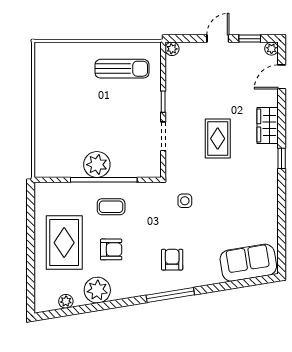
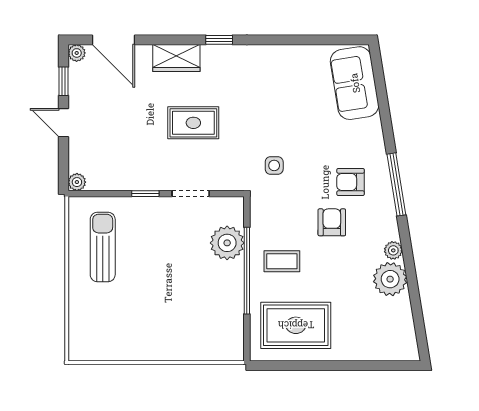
door: (282, 77) -> (113, 40), width x1.38
plant: (97, 165) -> (227, 243), moved
coffee table: (111, 207) -> (282, 261), turned 90
rug: (64, 243) -> (296, 325), moved
armchair: (111, 249) -> (332, 222), moved
plant: (66, 301) -> (393, 250), moved

